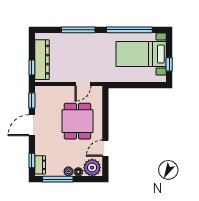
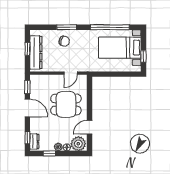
window: (78, 30) -> (67, 27), width x0.69
chair: (75, 46) -> (64, 41), added
window: (32, 68) -> (27, 49), moved
dining table: (77, 121) -> (66, 104), turned 90
door: (32, 125) -> (27, 108), swing flipped
window: (58, 179) -> (49, 154), width x0.46

